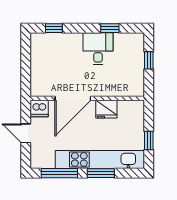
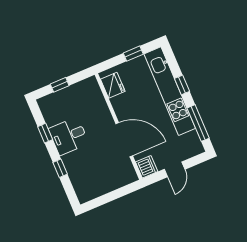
window: (54, 28) -> (60, 168), moved
fridge: (106, 109) -> (113, 85), moved
window: (101, 173) -> (182, 85), width x0.67

